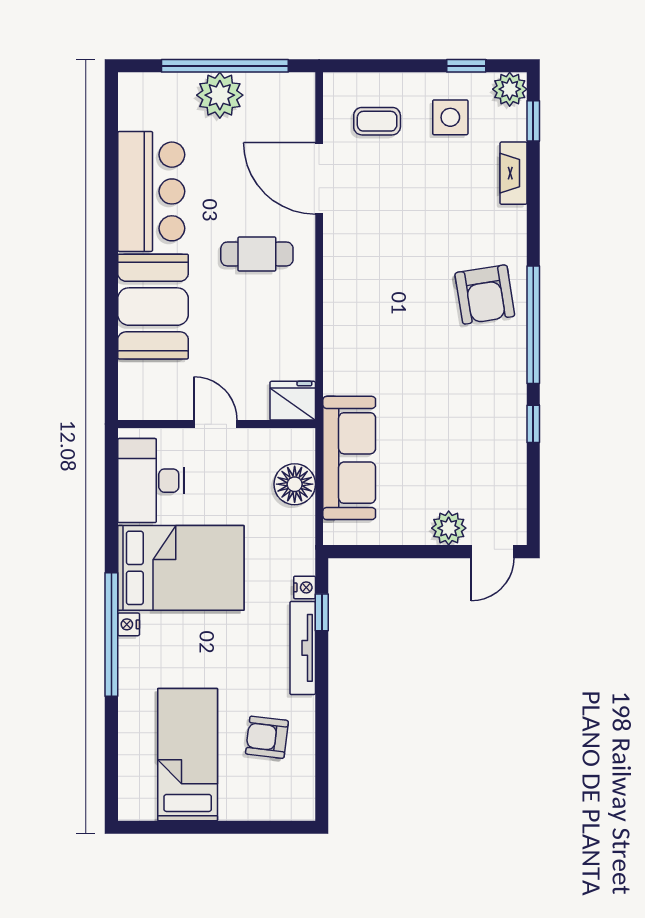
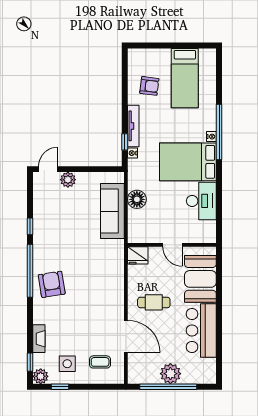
fridge: (293, 401) -> (138, 255), moved
door: (215, 424) -> (172, 245), moved
wall: (217, 424) -> (172, 245), moved

